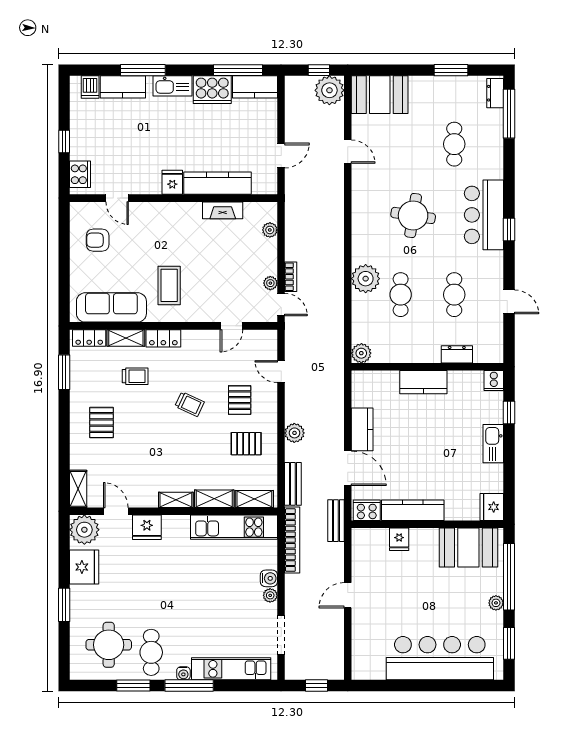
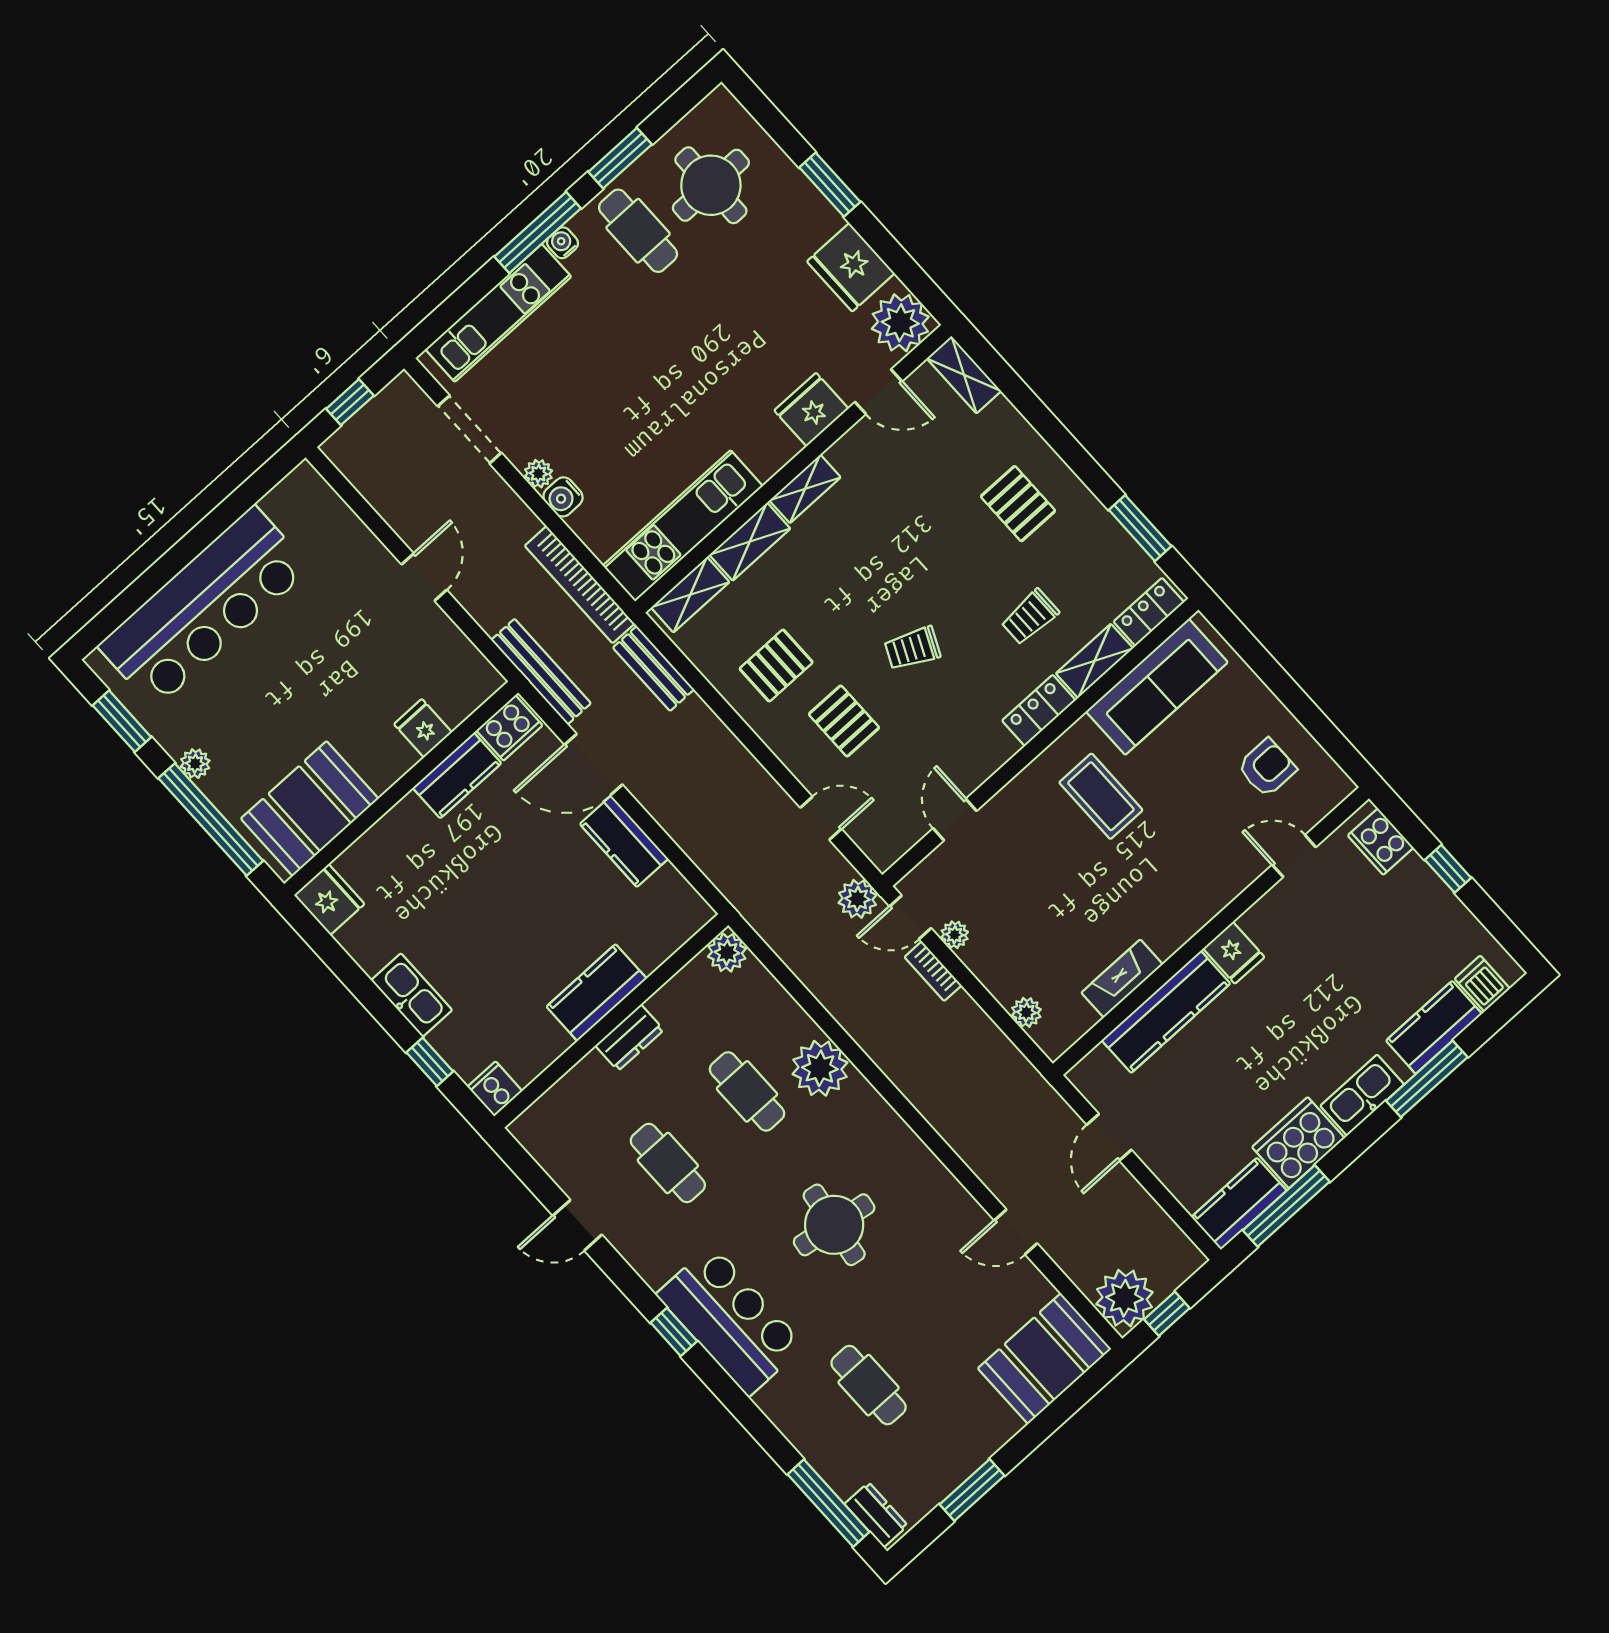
dresser: (457, 354) -> (629, 1038), moved
plant: (294, 433) -> (858, 899), moved
kitchen counter: (413, 510) -> (457, 776), width x0.67
bench: (336, 521) -> (541, 672), width x1.36

